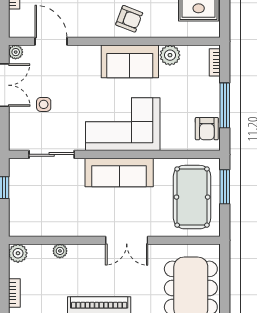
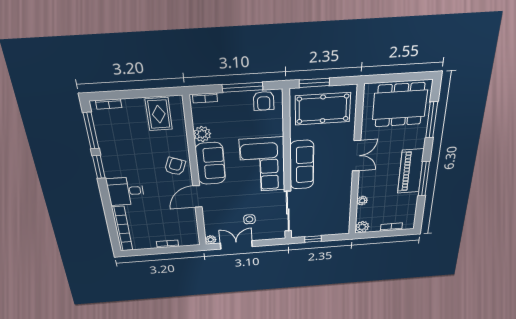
door: (51, 41) -> (197, 196), moved
armchair: (207, 129) -> (264, 101), turned 90
sliding door: (52, 154) -> (288, 211), width x1.37

